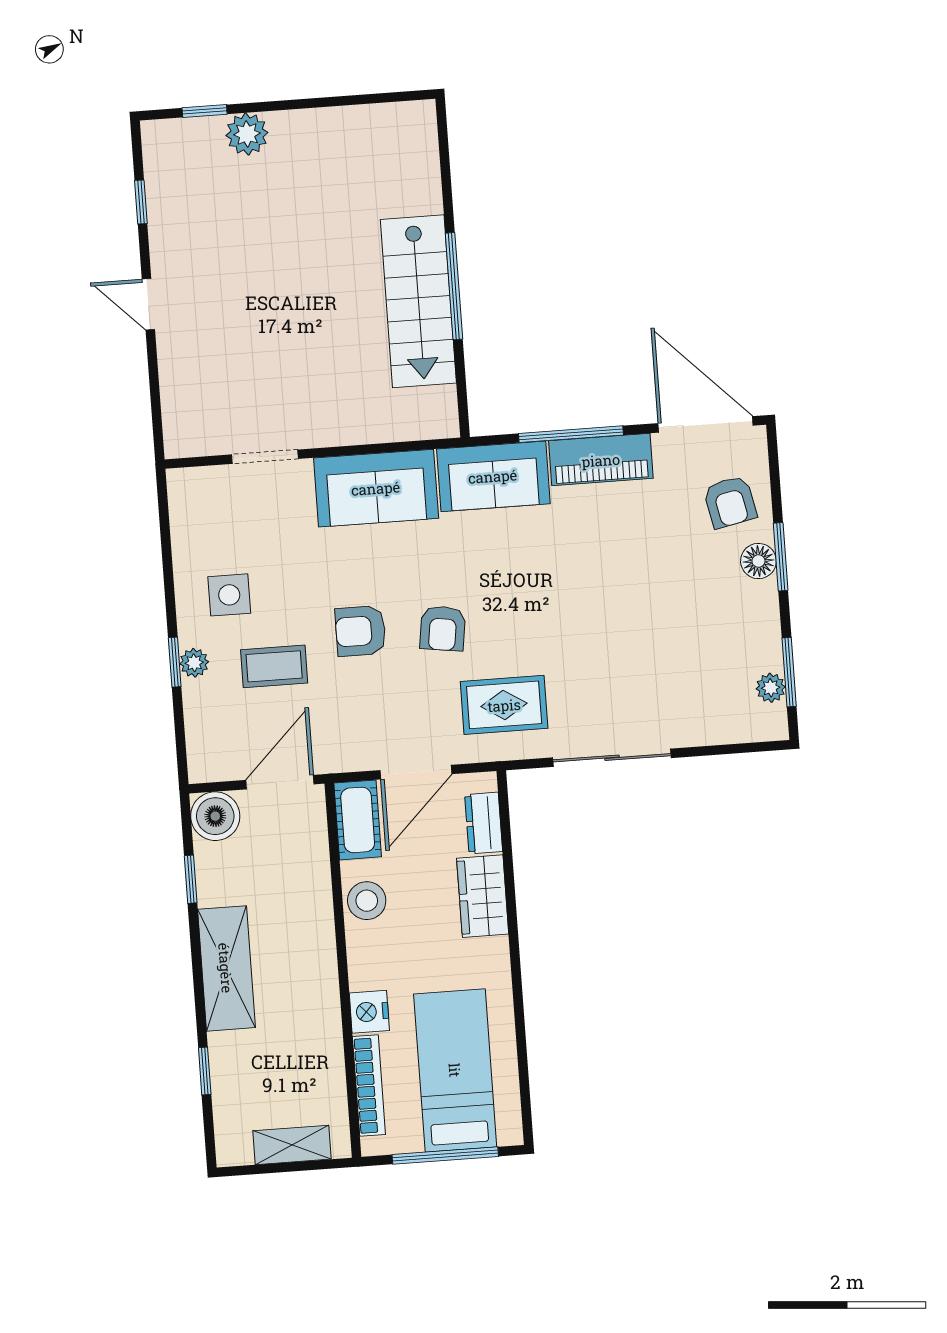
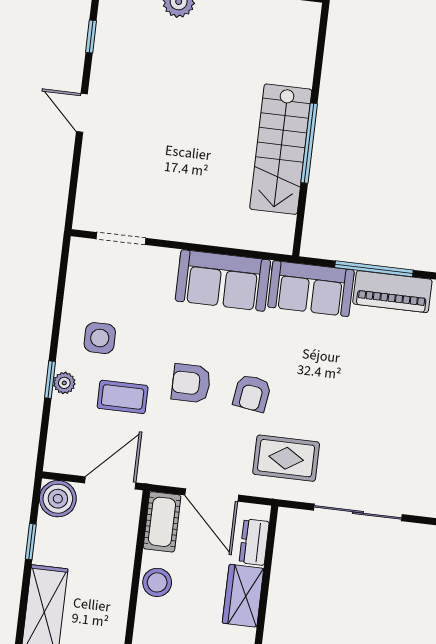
doorway: (265, 457) -> (121, 239), moved
door: (416, 772) -> (212, 495), hinge flipped

